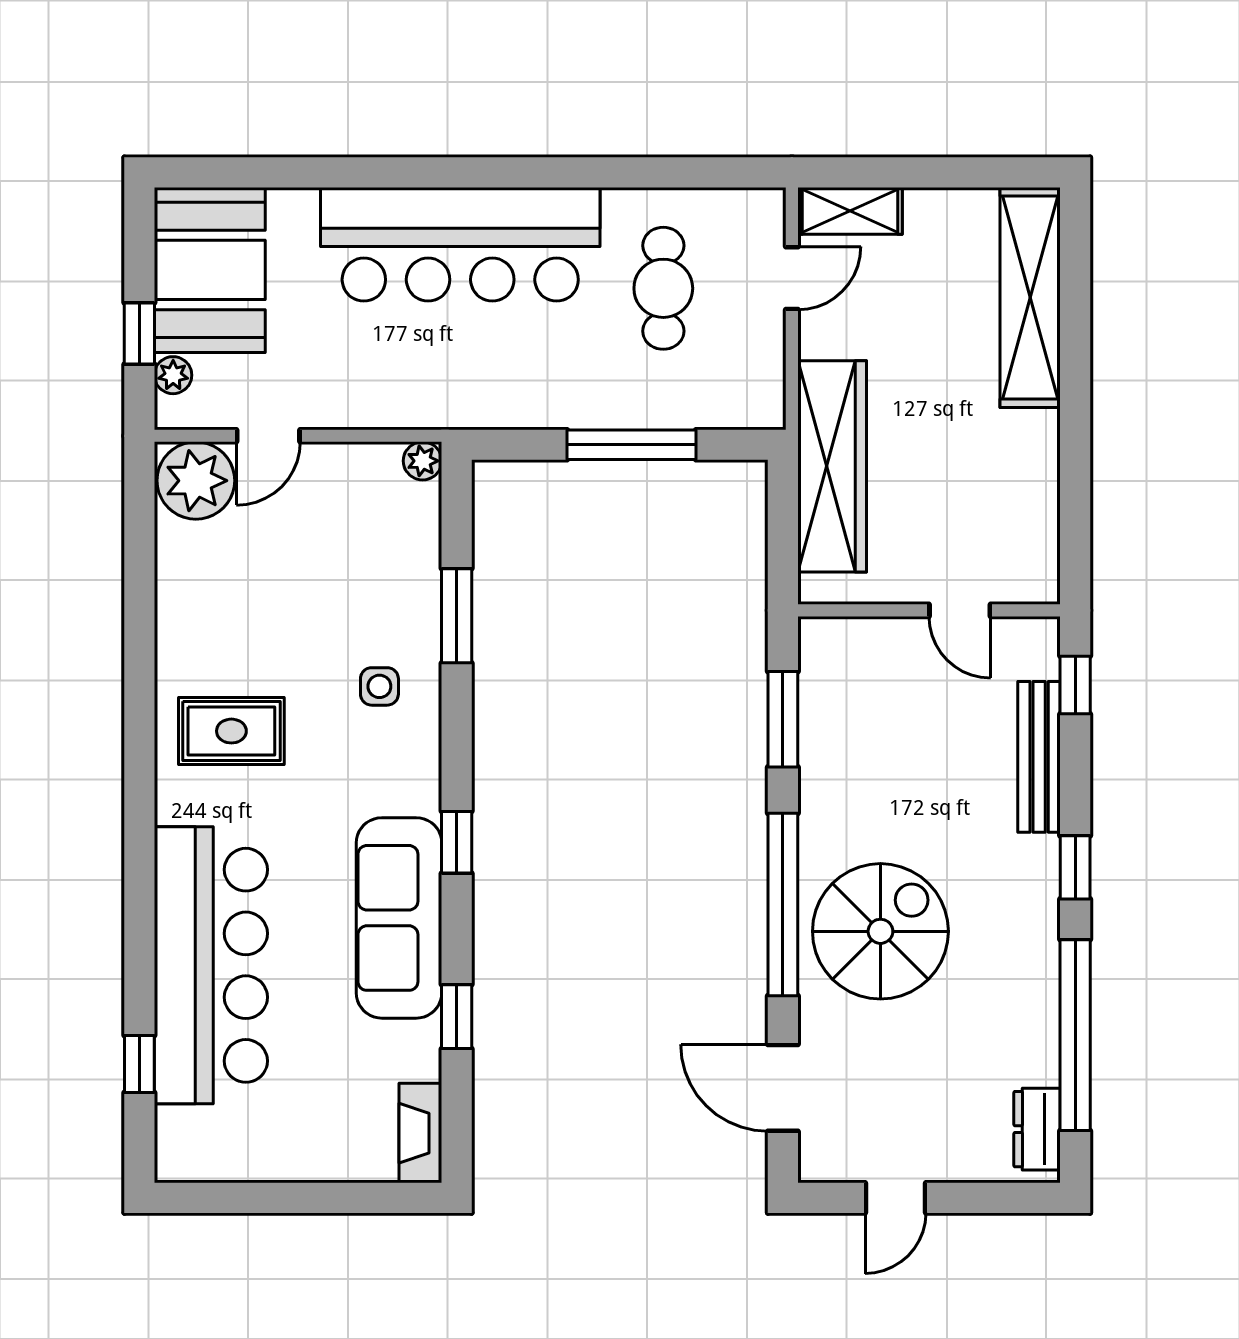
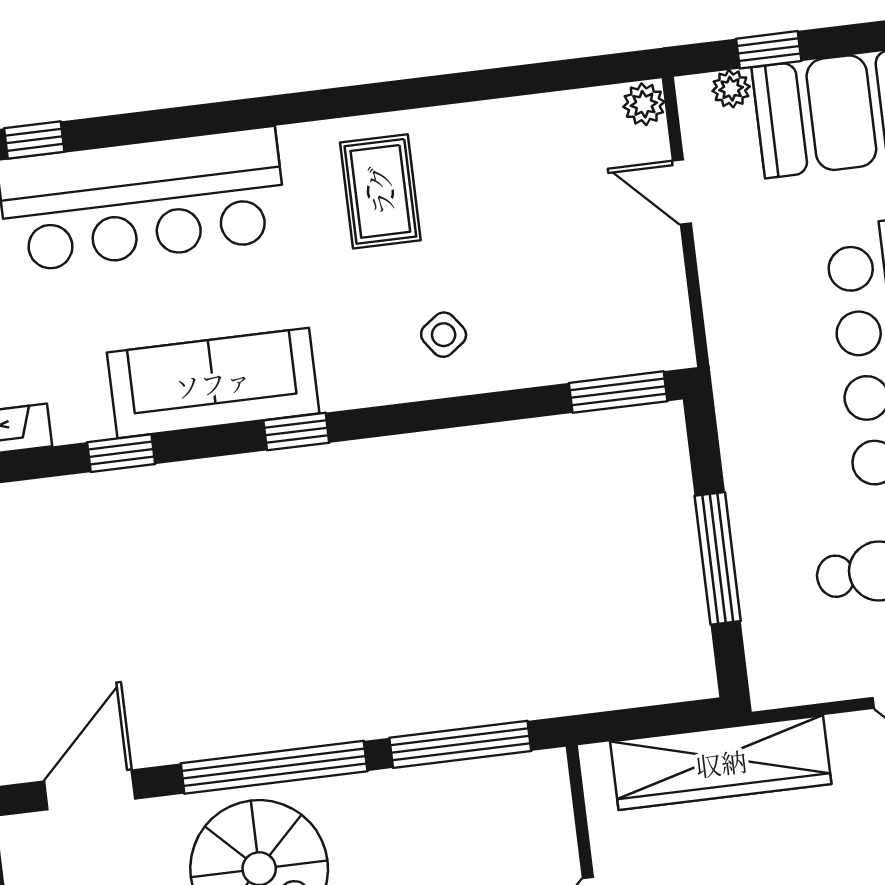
plant: (423, 461) -> (676, 350), removed
plant: (196, 481) -> (644, 104), width x0.53, depth x0.53
window: (457, 616) -> (618, 392), moved
side table: (379, 686) -> (444, 335), turned -36
window: (783, 719) -> (460, 744), width x1.44

